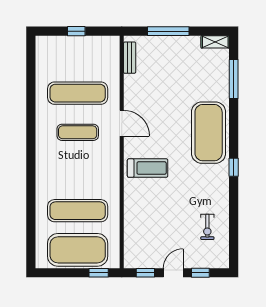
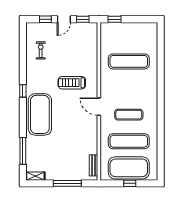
door: (122, 123) -> (99, 107), moved
treadmill: (148, 168) -> (72, 83), moved
exercise mat: (78, 250) -> (129, 168), moved

